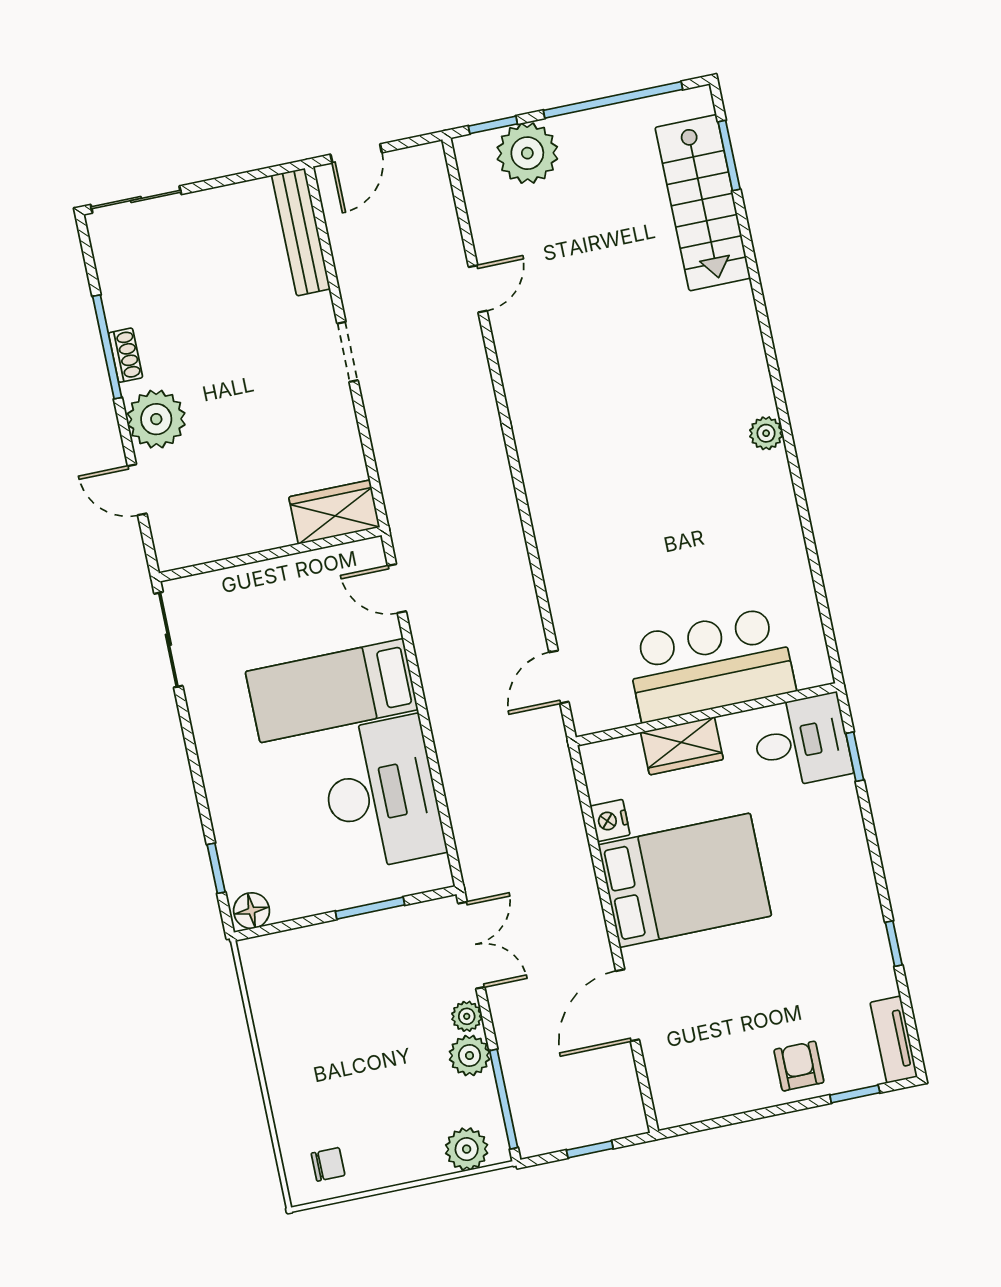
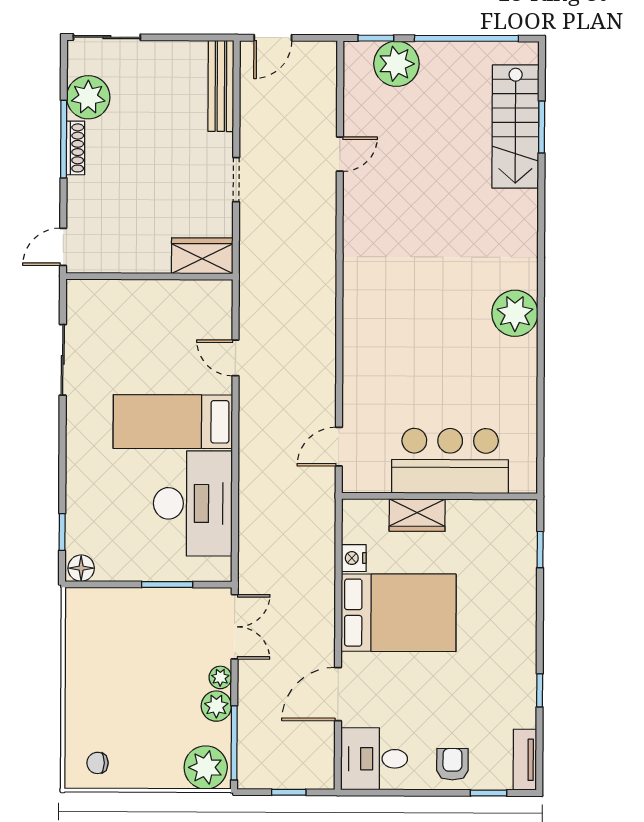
window: (729, 155) -> (542, 127), moved
shoe rack: (126, 355) -> (75, 148), width x1.43
plant: (156, 419) -> (88, 97), moved
plant: (766, 433) -> (515, 313), width x1.88, depth x1.88
door: (137, 490) -> (63, 247), hinge flipped
wardrobe: (334, 512) -> (202, 256), moved
wall: (270, 554) -> (149, 276), moved
desk: (801, 741) -> (374, 759), moved, turned 180
plant: (467, 1149) -> (206, 767), width x1.36, depth x1.36
chair: (328, 1164) -> (97, 763), turned 180

